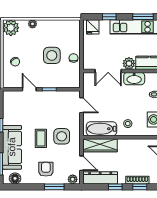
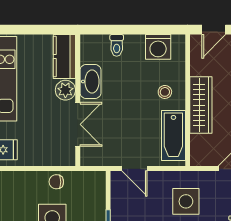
door: (82, 105) -> (135, 169), swing flipped
wardrobe: (100, 145) -> (201, 105), moved

